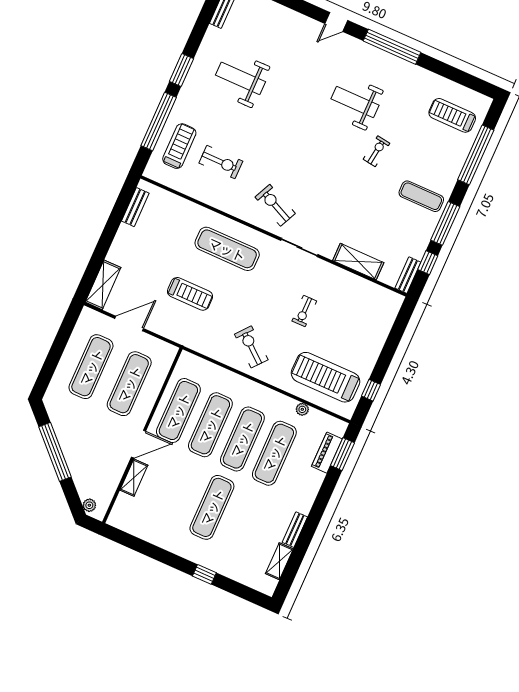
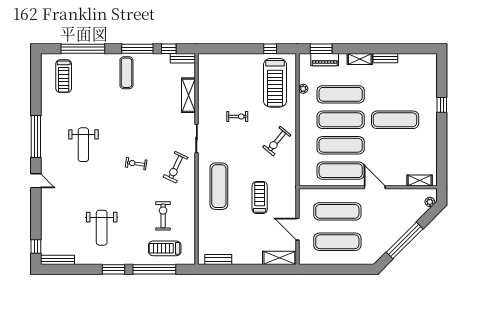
exercise bike: (376, 151) -> (136, 164), moved
shelving: (134, 478) -> (420, 180), moved
shelving: (279, 561) -> (360, 59), moved

